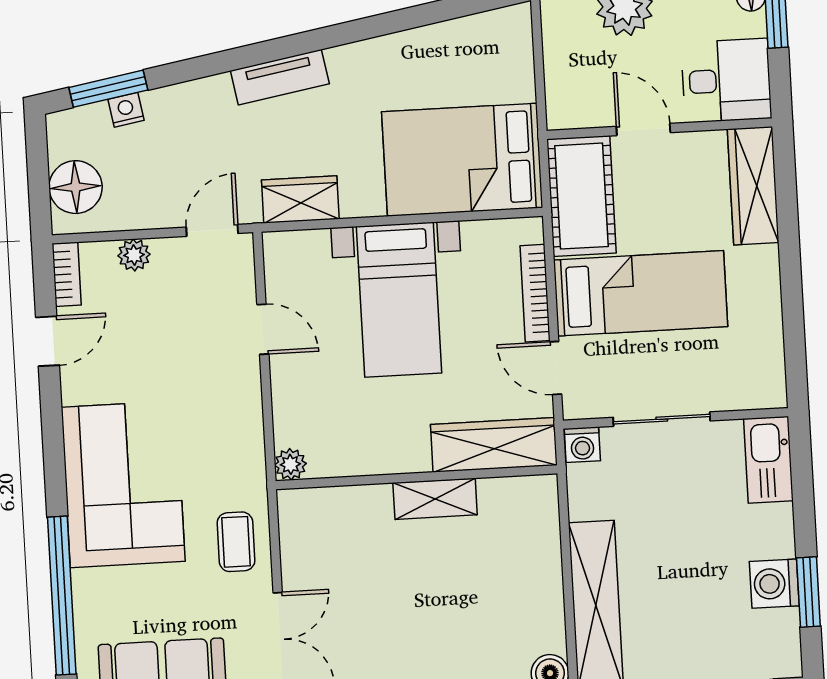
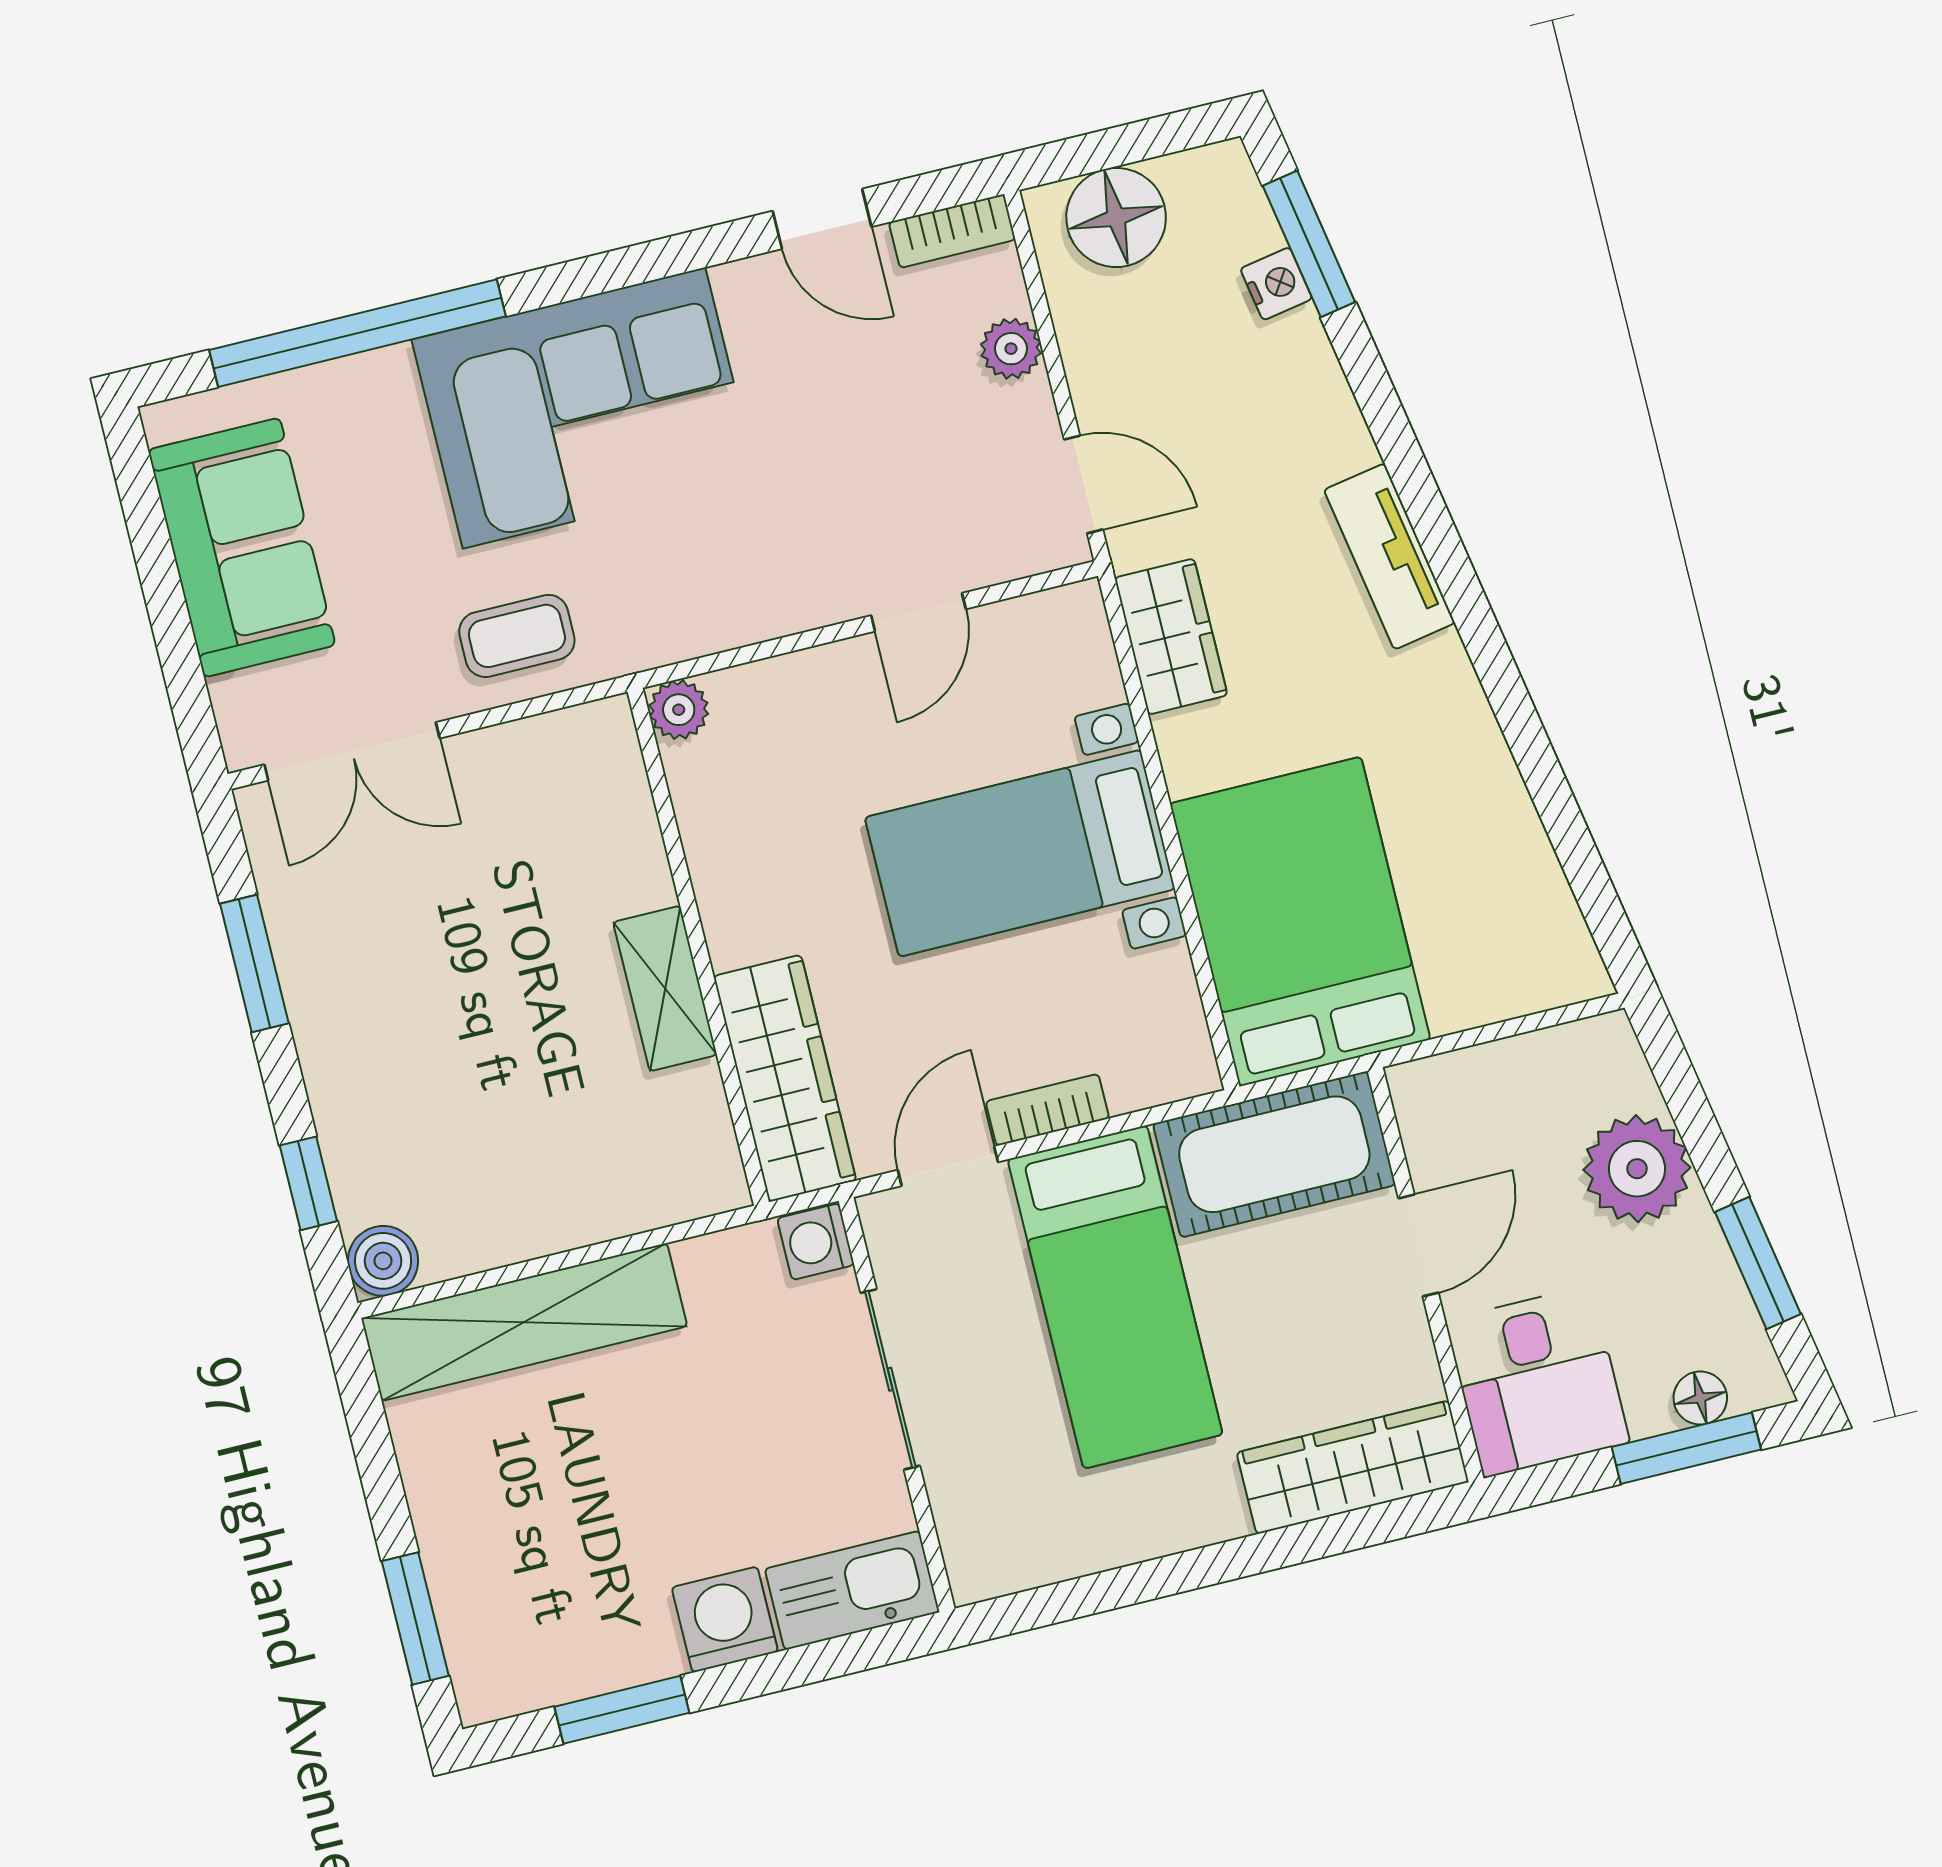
bookcase: (535, 293) -> (1047, 1110), width x0.64
washing machine: (774, 584) -> (725, 1619), moved

